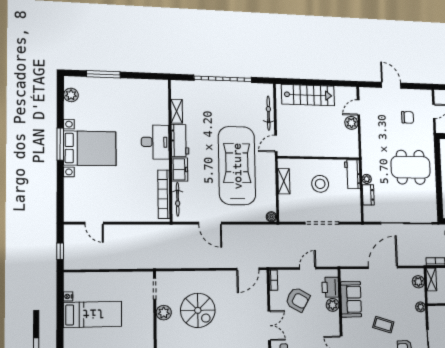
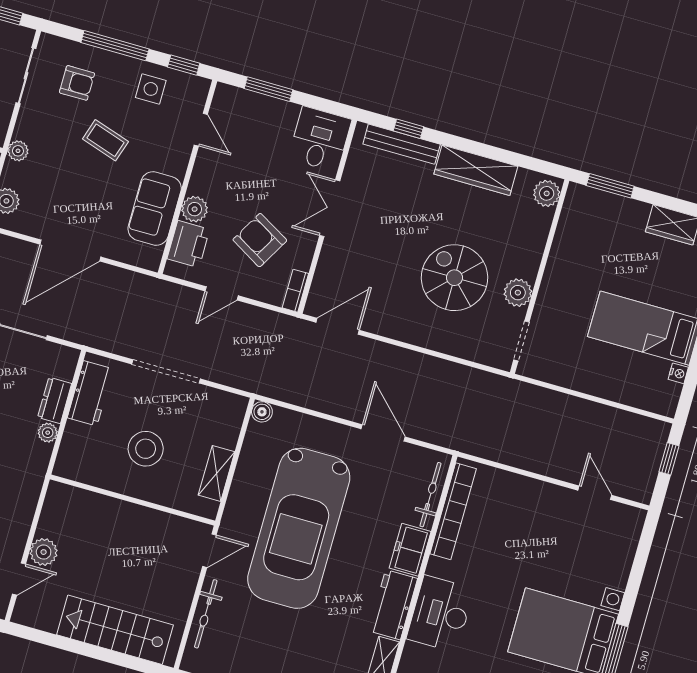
workbench: (352, 174) -> (90, 393), moved

